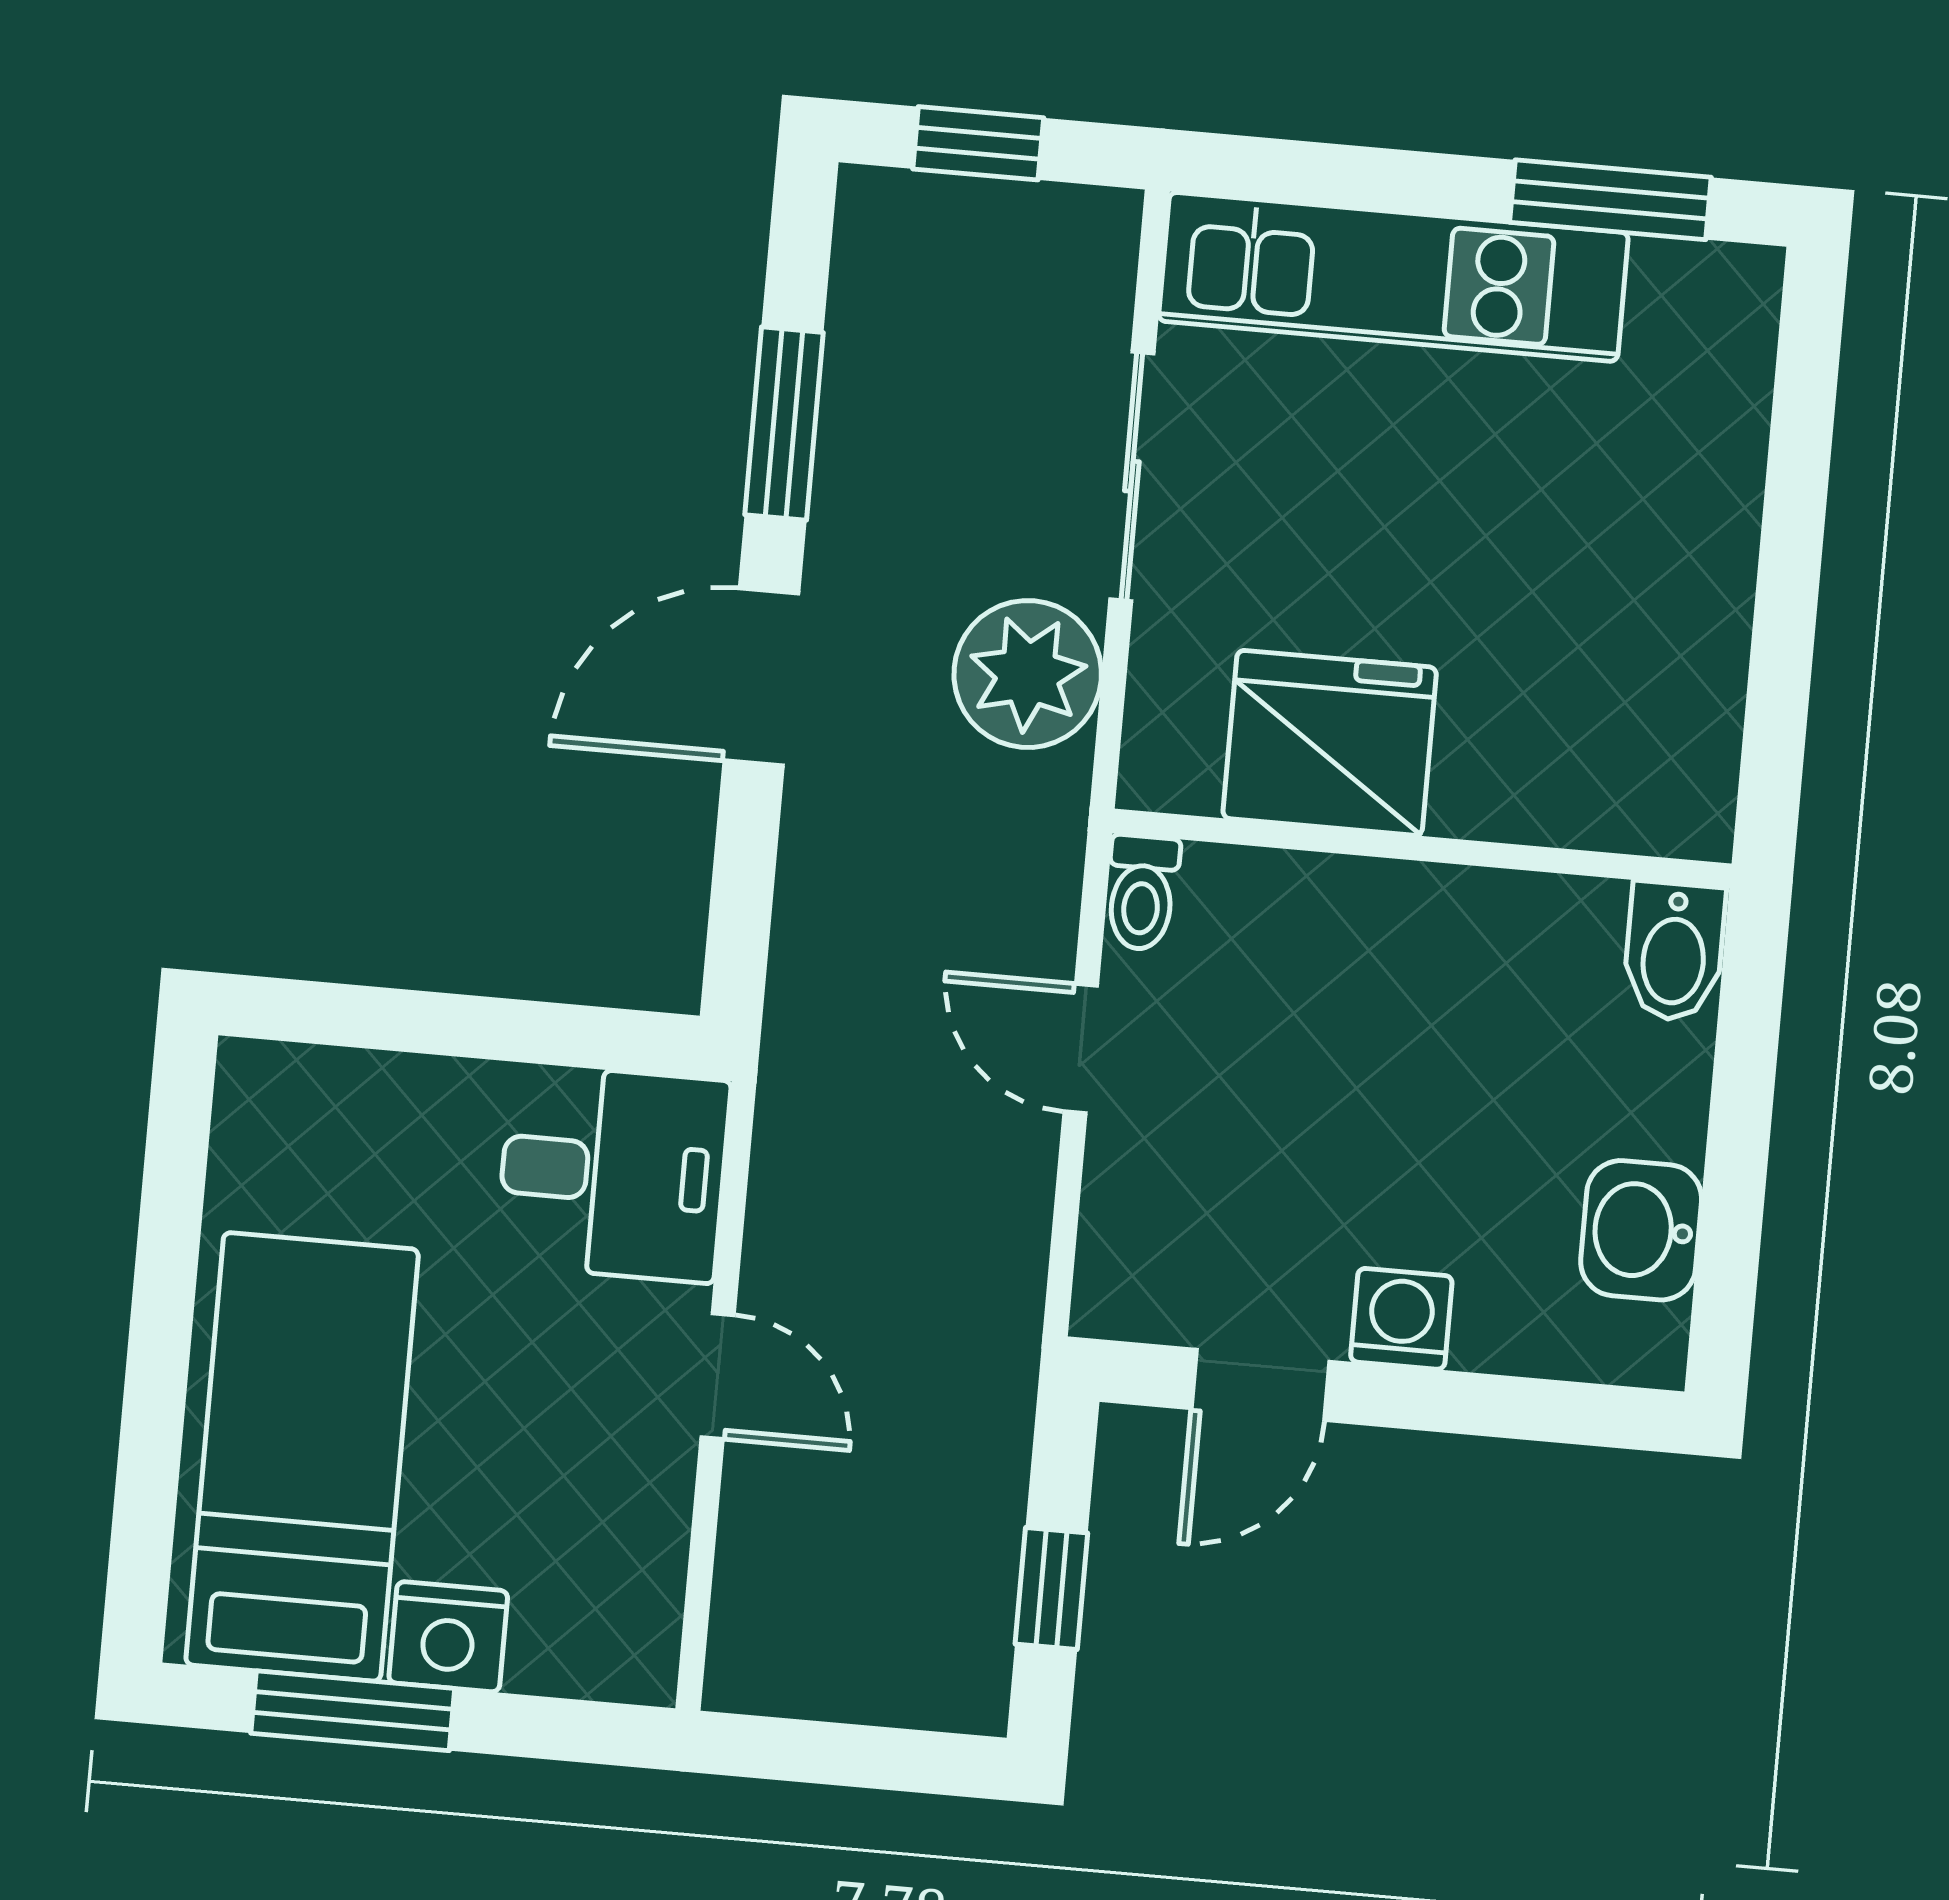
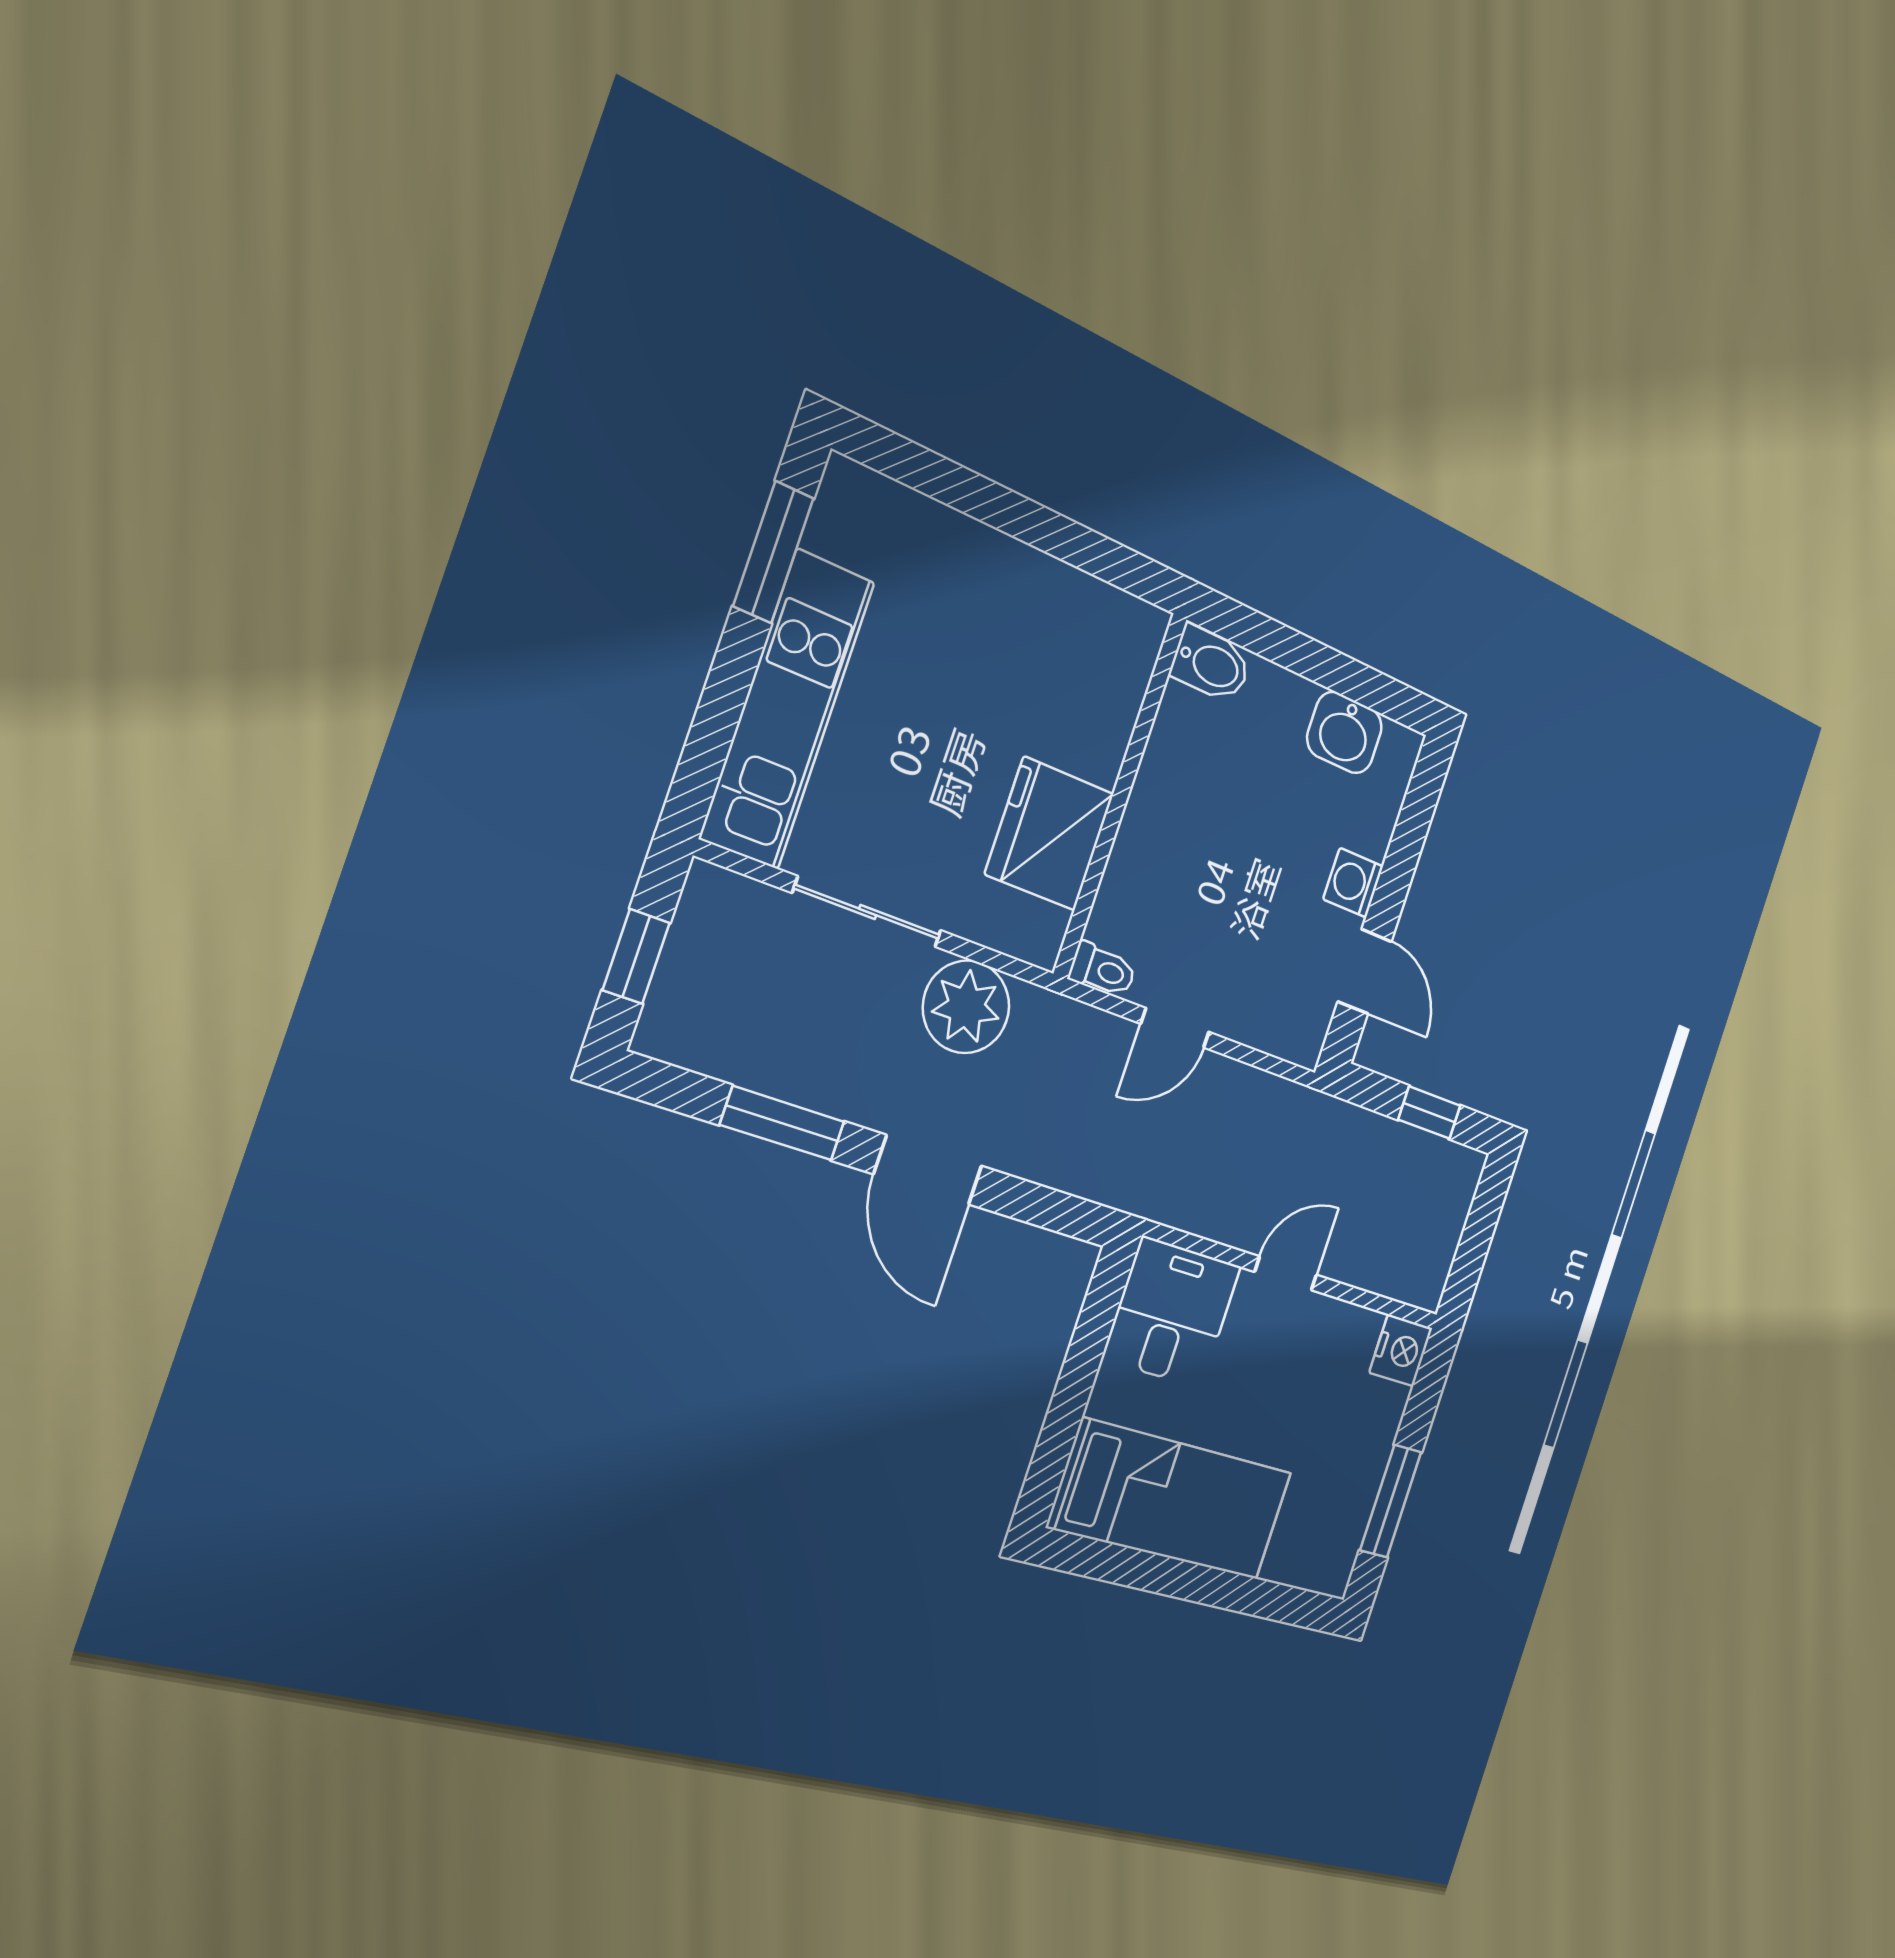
bed: (302, 1457) -> (1171, 1500), moved, turned 180
nightstand: (448, 1637) -> (1401, 1350), moved

